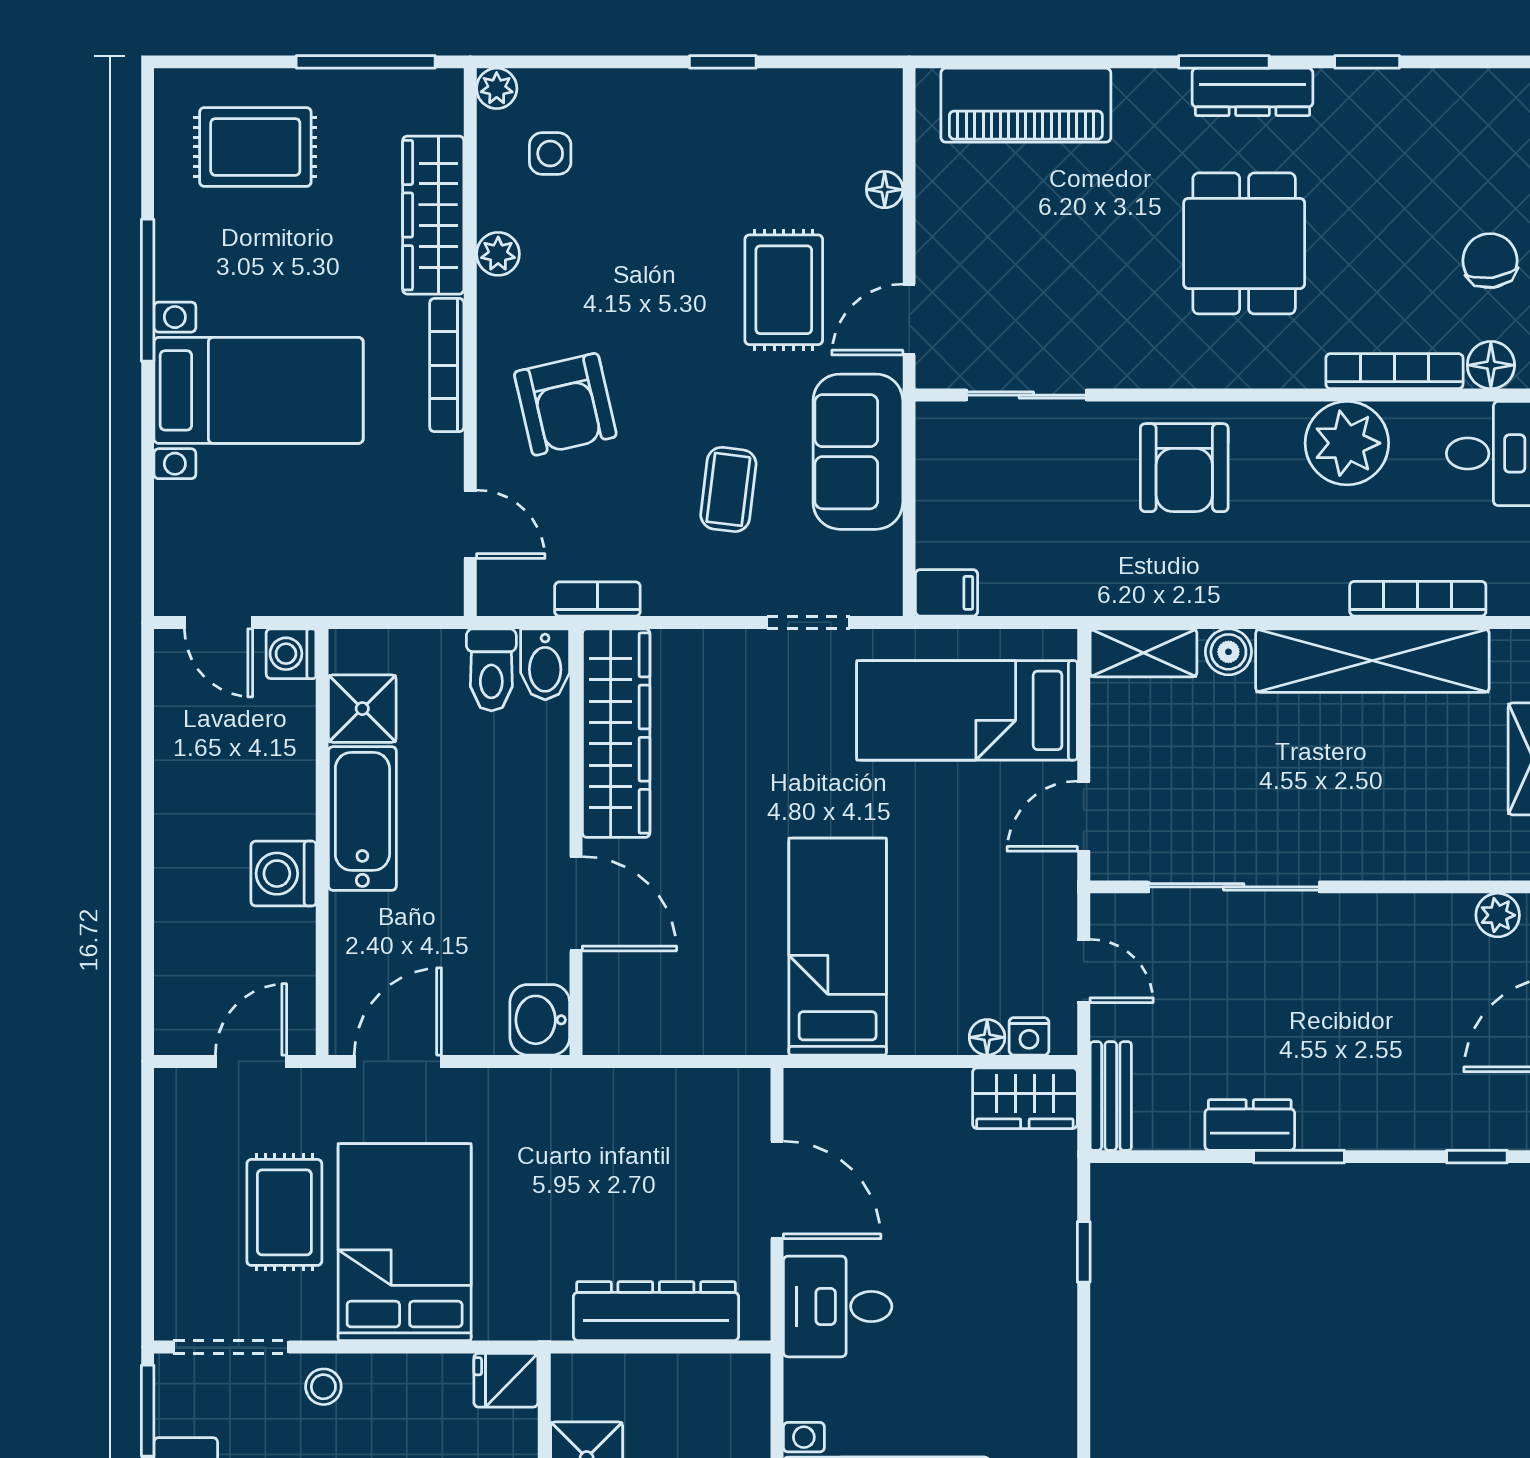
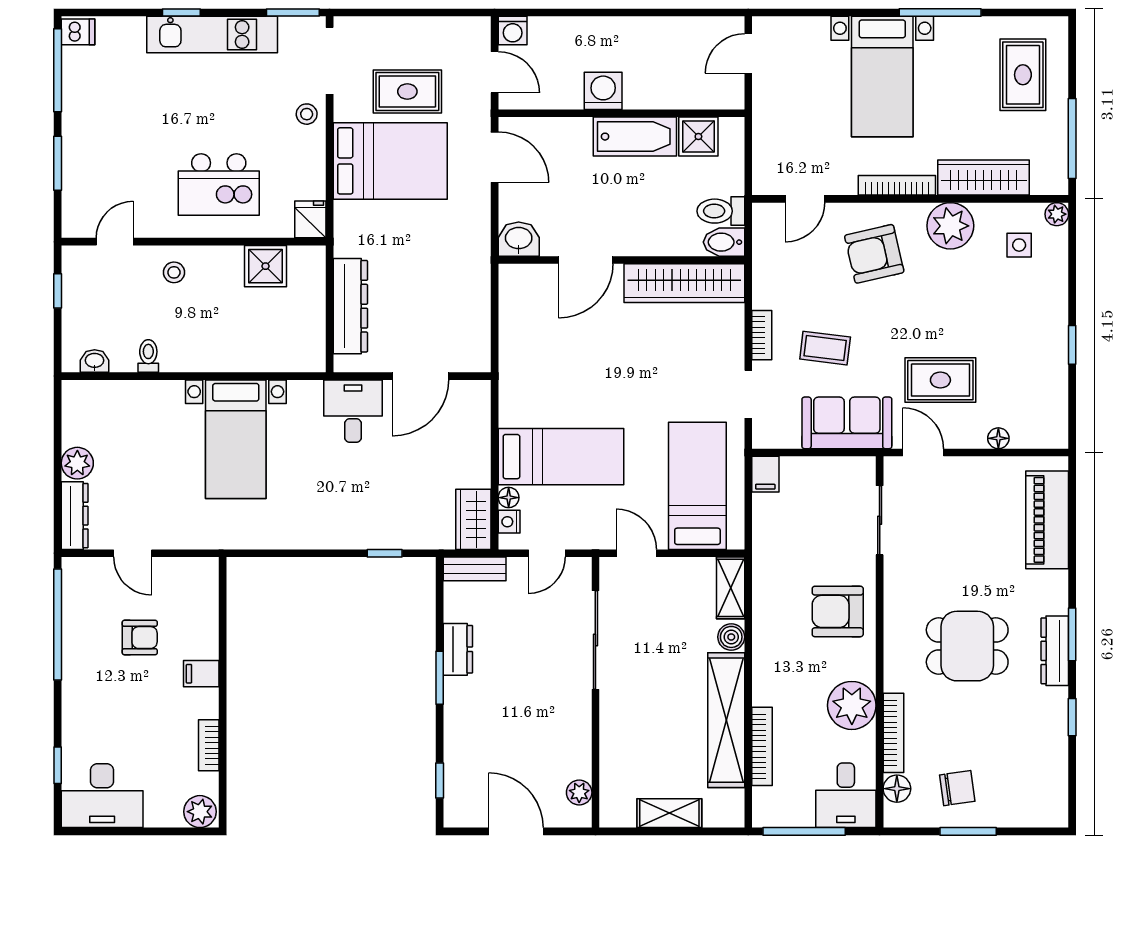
plant: (498, 254) -> (950, 226), width x1.88, depth x1.88
bookcase: (597, 599) -> (762, 335), moved
washing machine: (291, 654) -> (513, 31), moved, turned 180
bed: (838, 947) -> (561, 457), moved

